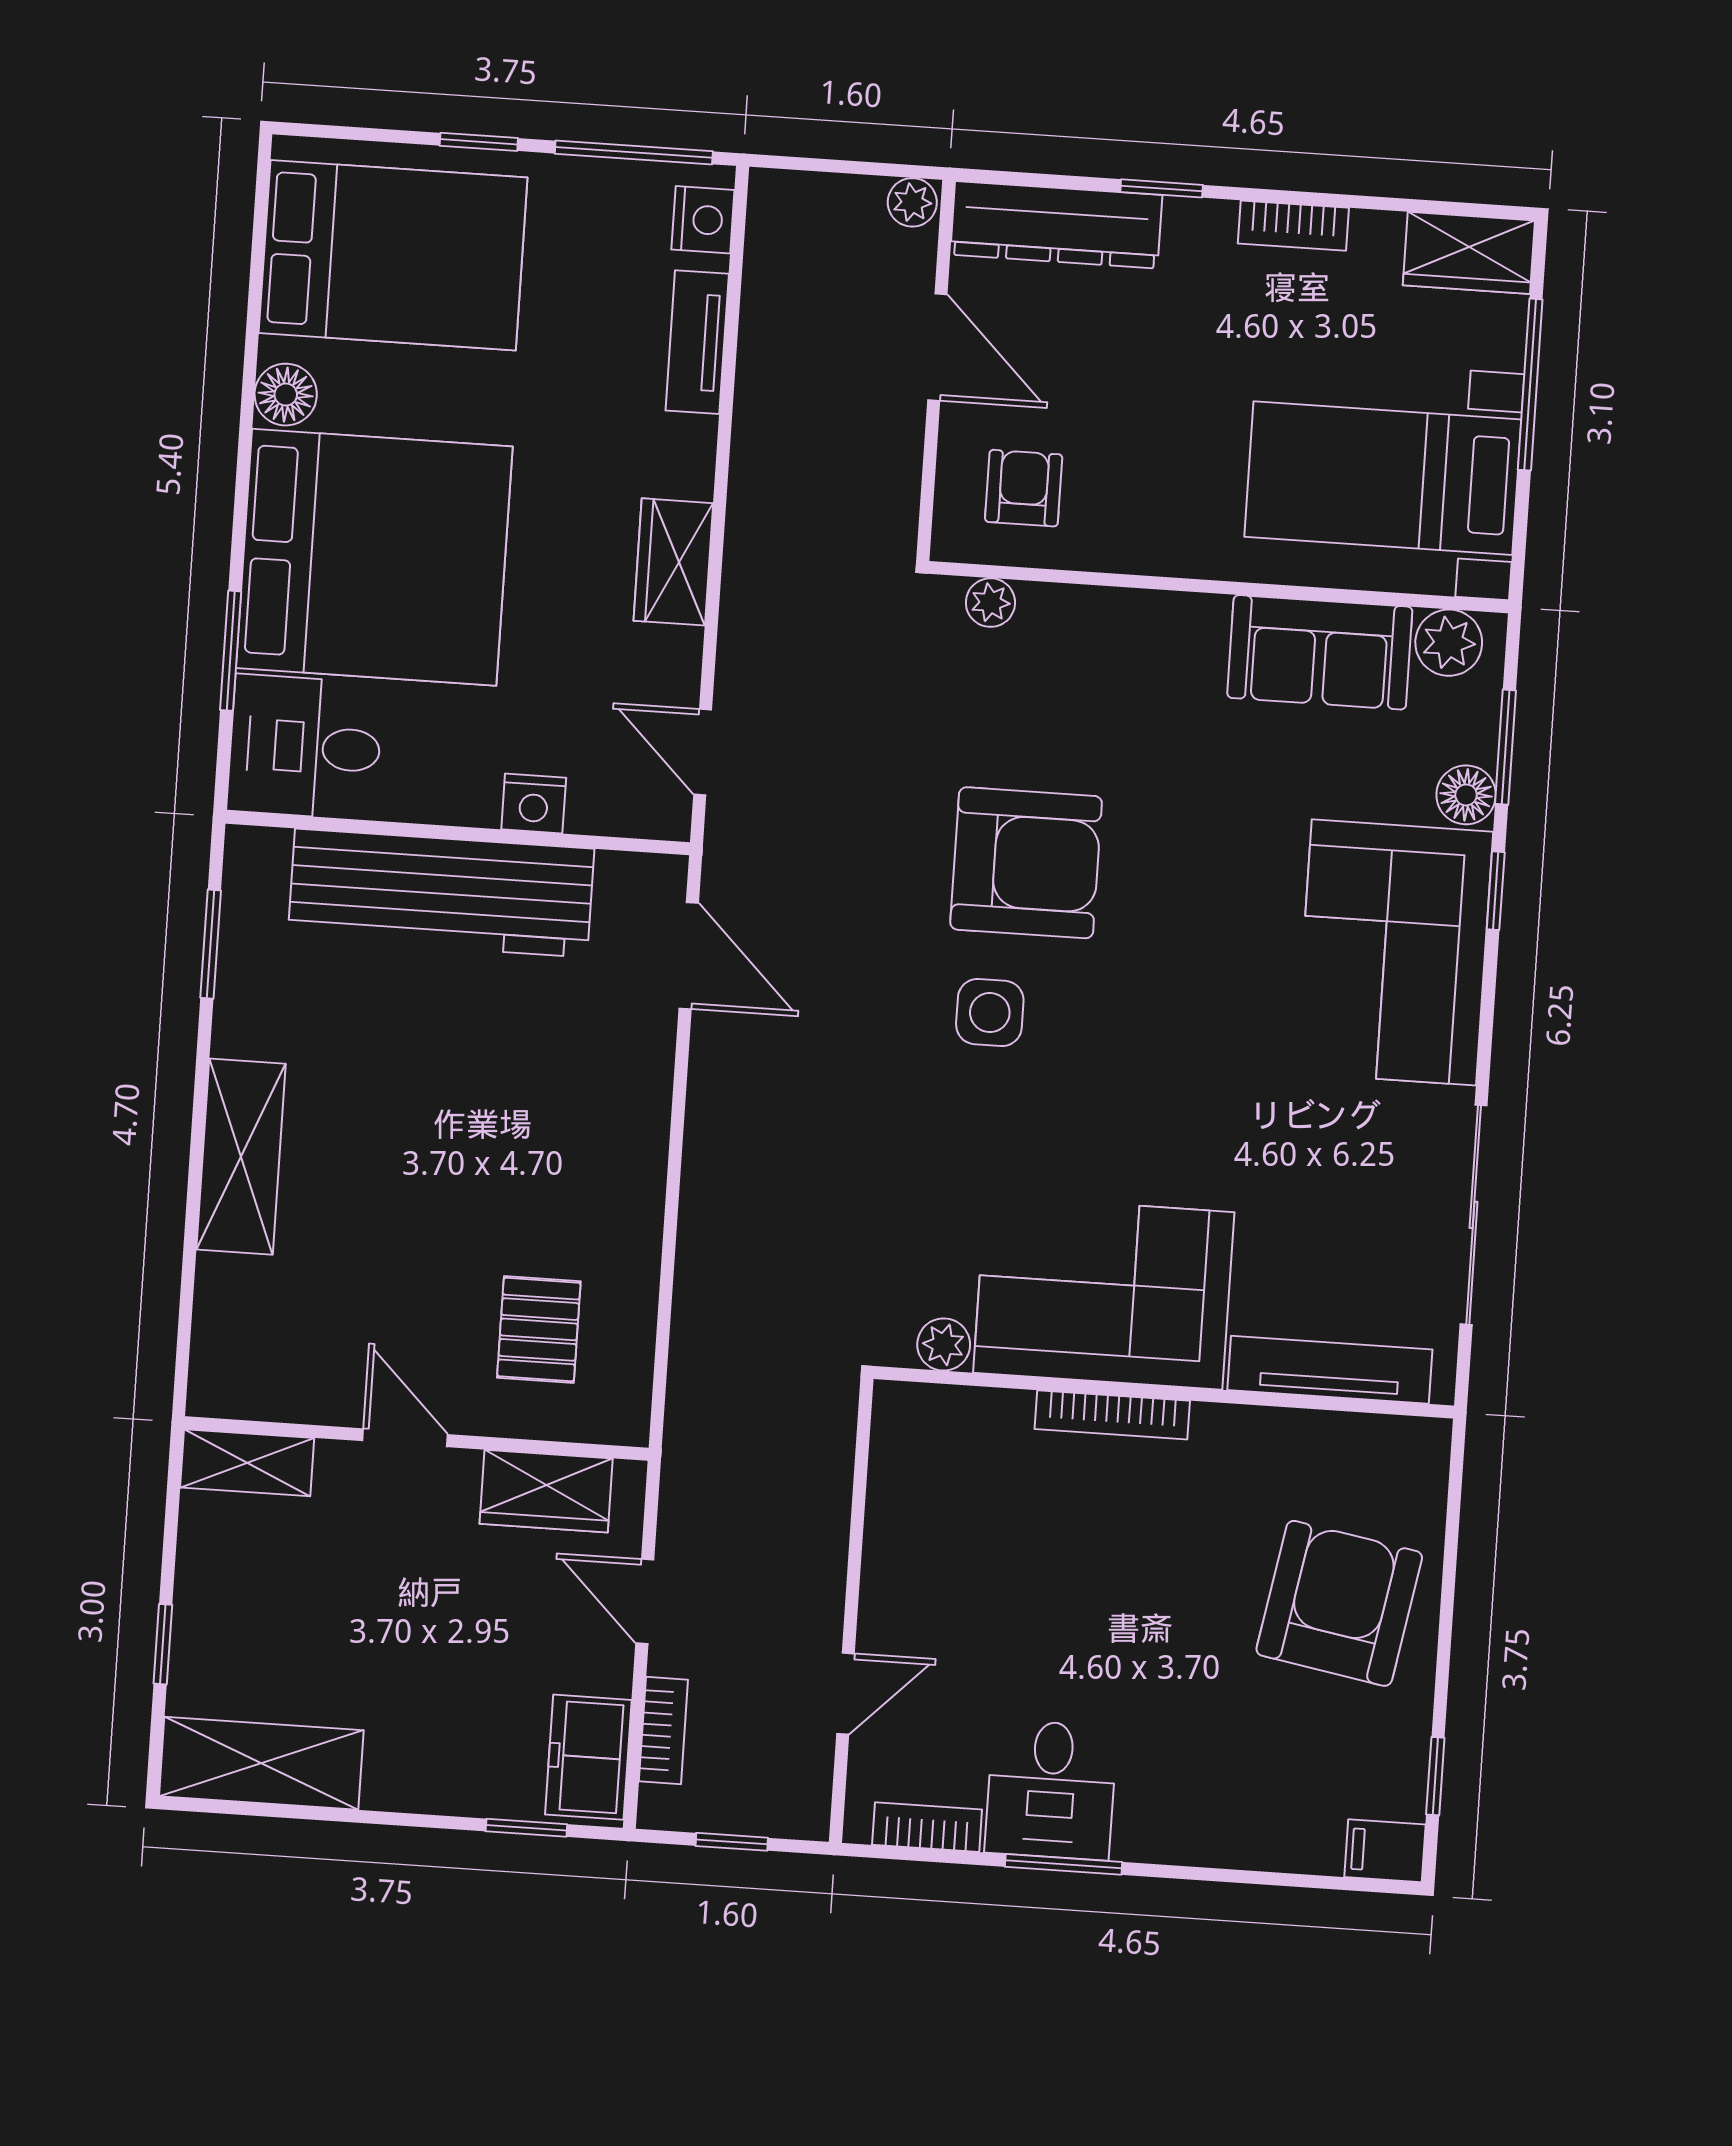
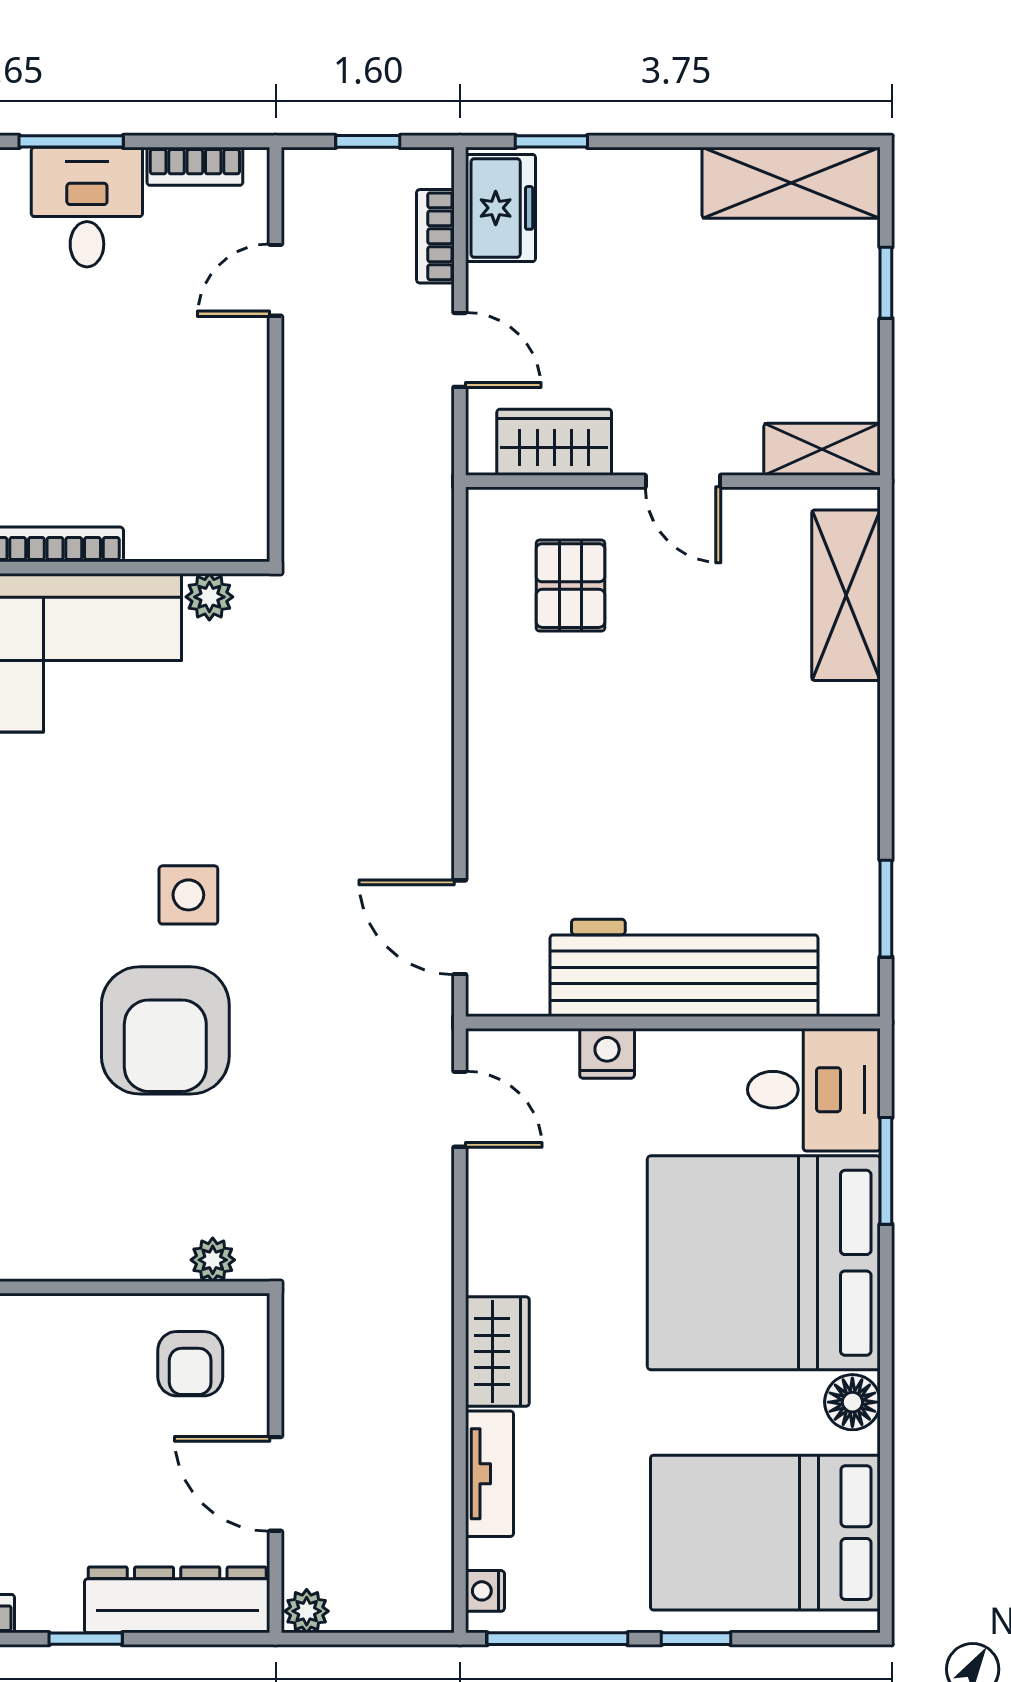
nightstand: (703, 220) -> (485, 1591), width x0.72, depth x0.74
wardrobe: (673, 562) -> (497, 1351), moved
armchair: (1026, 863) -> (165, 1030), turned -90
shelving: (241, 1157) -> (846, 595), moved

